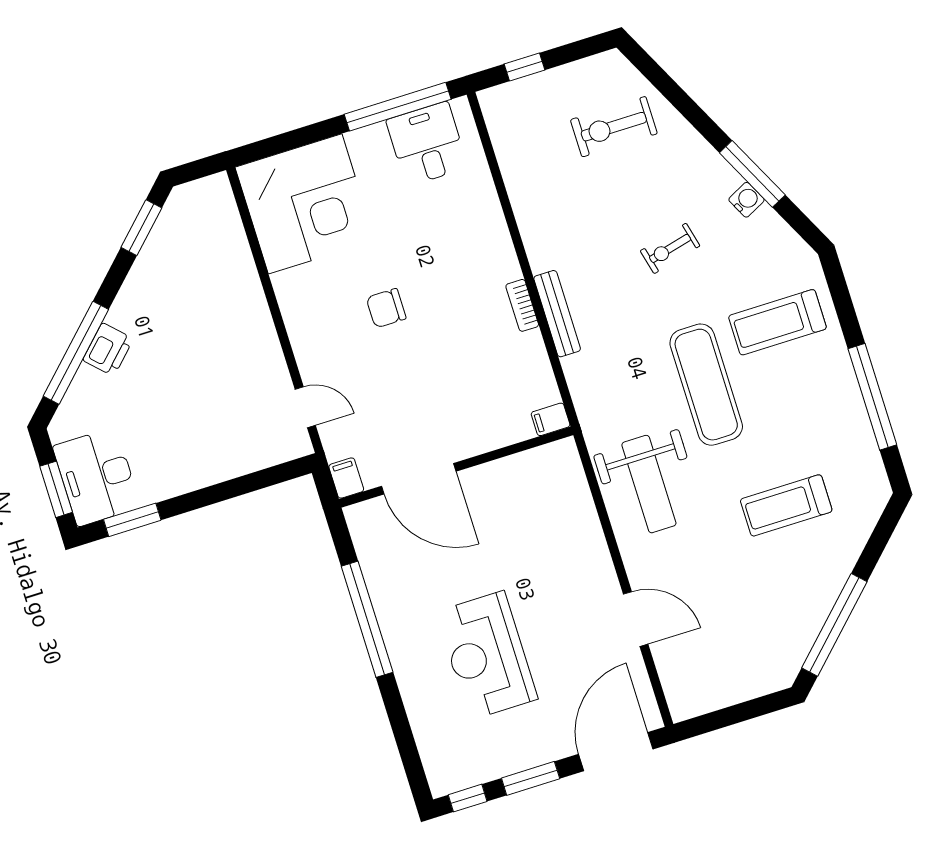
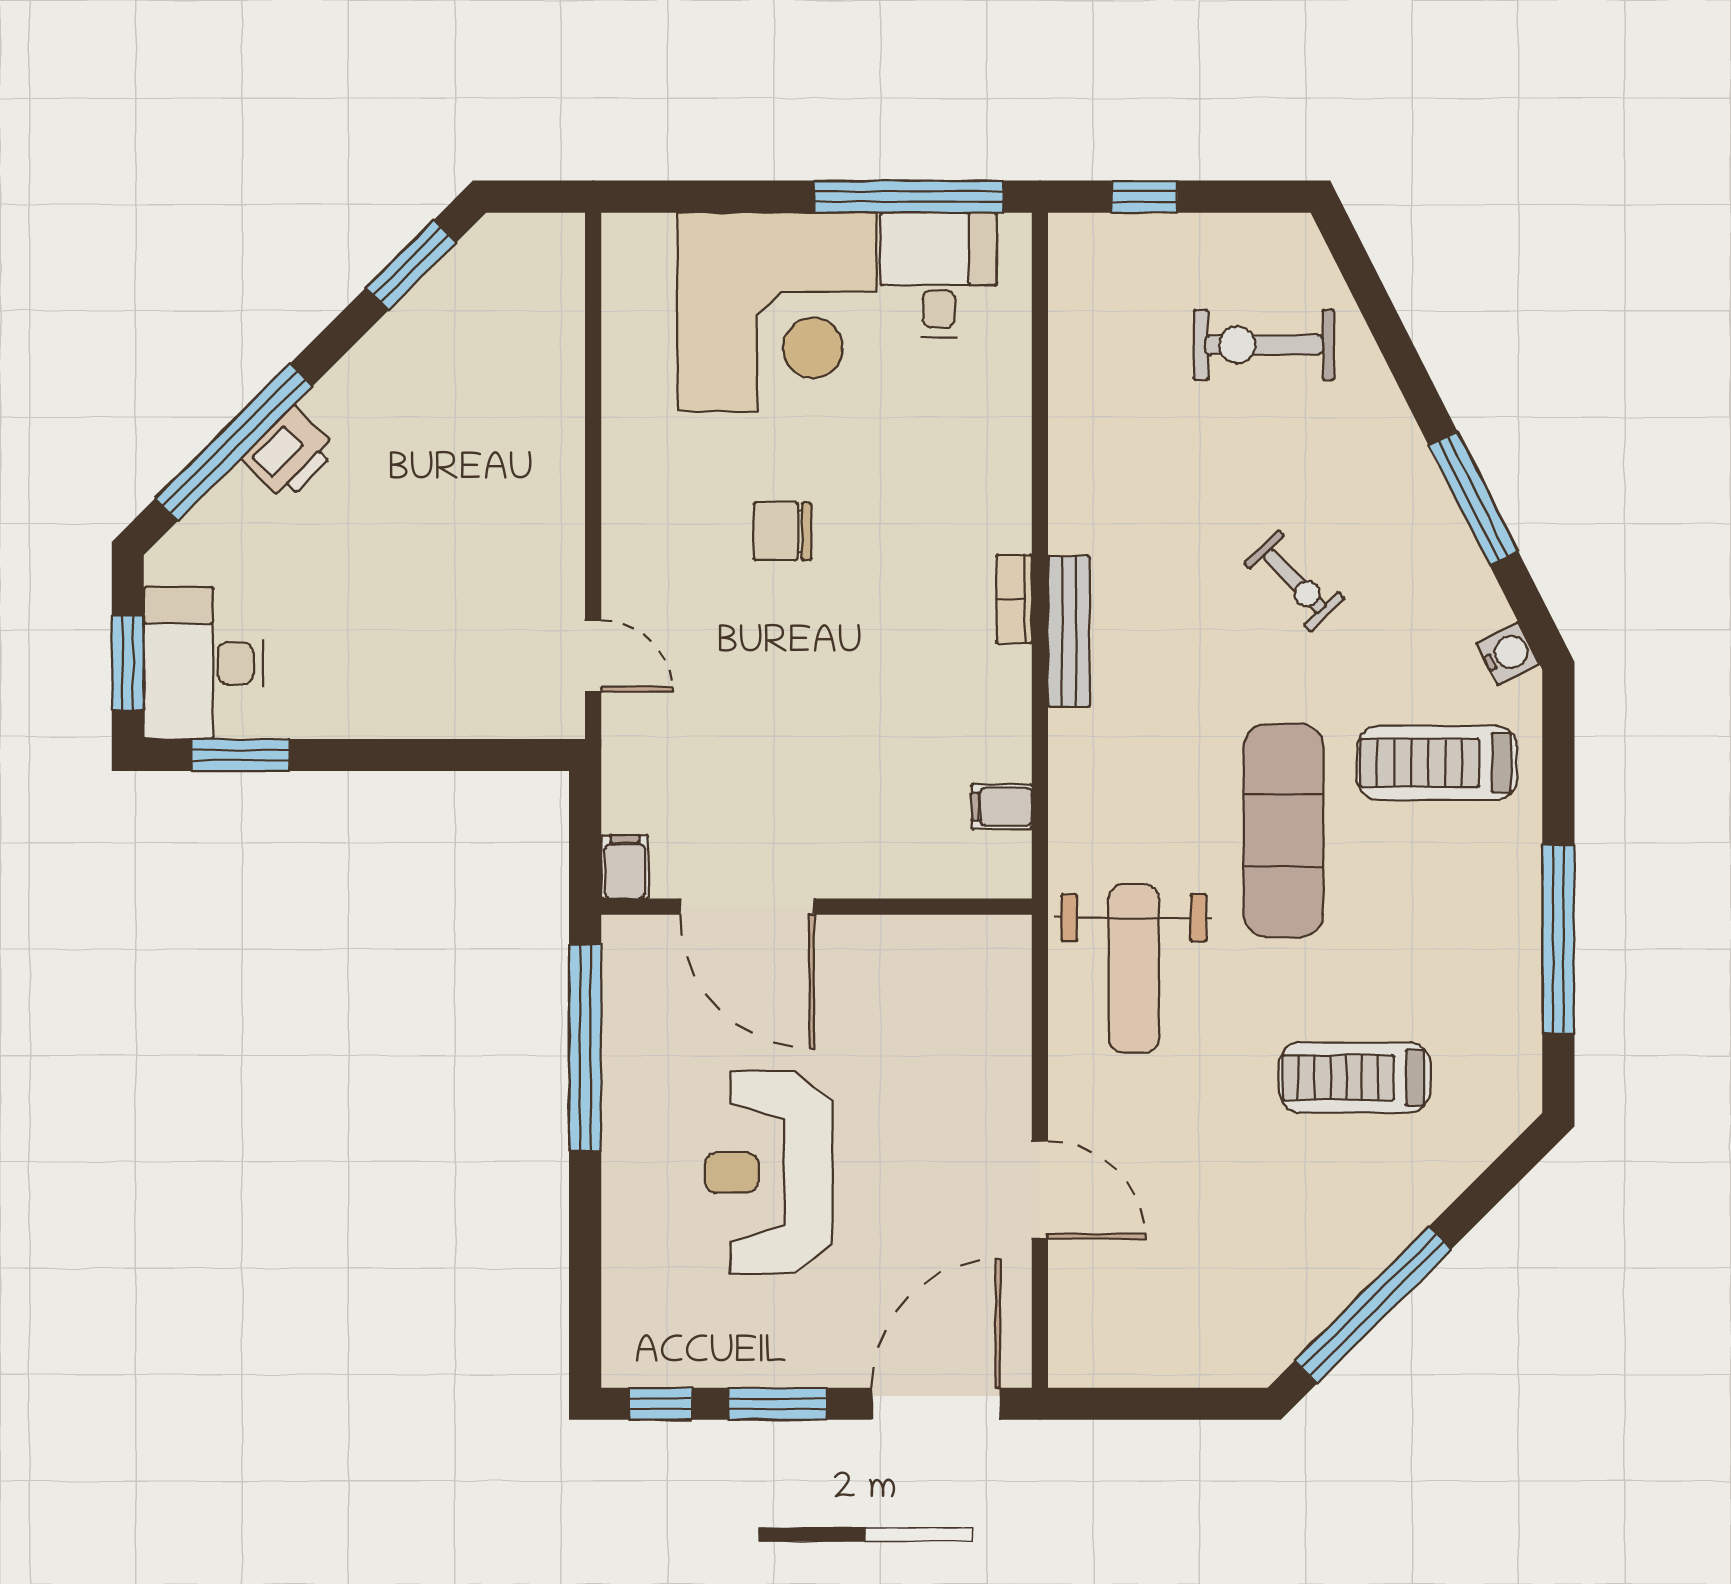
water cooler: (746, 200) -> (1508, 654), moved
corner desk: (305, 204) -> (777, 312), moved
exercise bike: (670, 248) -> (1295, 581), turned -120
wall: (456, 467) -> (816, 907), moved
filing cabinet: (346, 478) -> (625, 867), moved
door: (419, 479) -> (747, 907), moved

